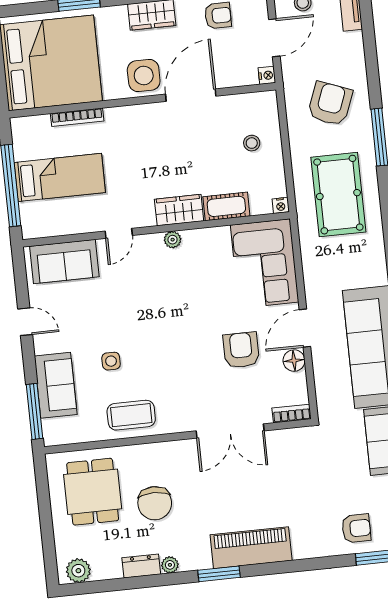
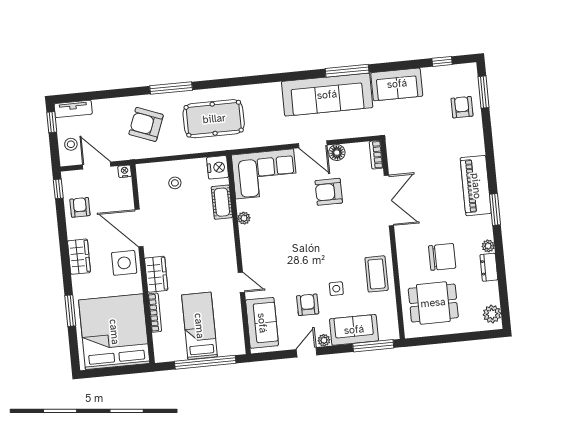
nightstand: (281, 205) -> (218, 167), width x1.89, depth x1.79
wardrobe: (179, 210) -> (156, 274), moved, turned 180
plant: (173, 240) -> (244, 218), moved
armchair: (89, 323) -> (308, 305), added
plant: (42, 345) -> (324, 340), added

